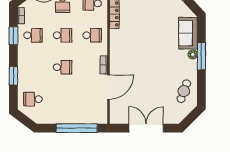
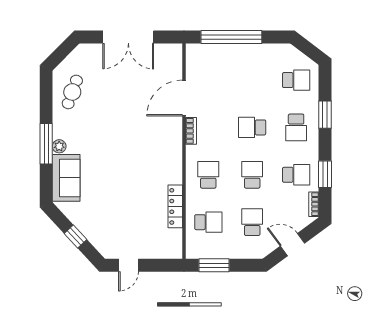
school desk: (33, 35) -> (296, 175), turned 180
school desk: (63, 35) -> (252, 175), turned 90
school desk: (92, 35) -> (208, 175), turned 90
school desk: (33, 67) -> (296, 127), added

